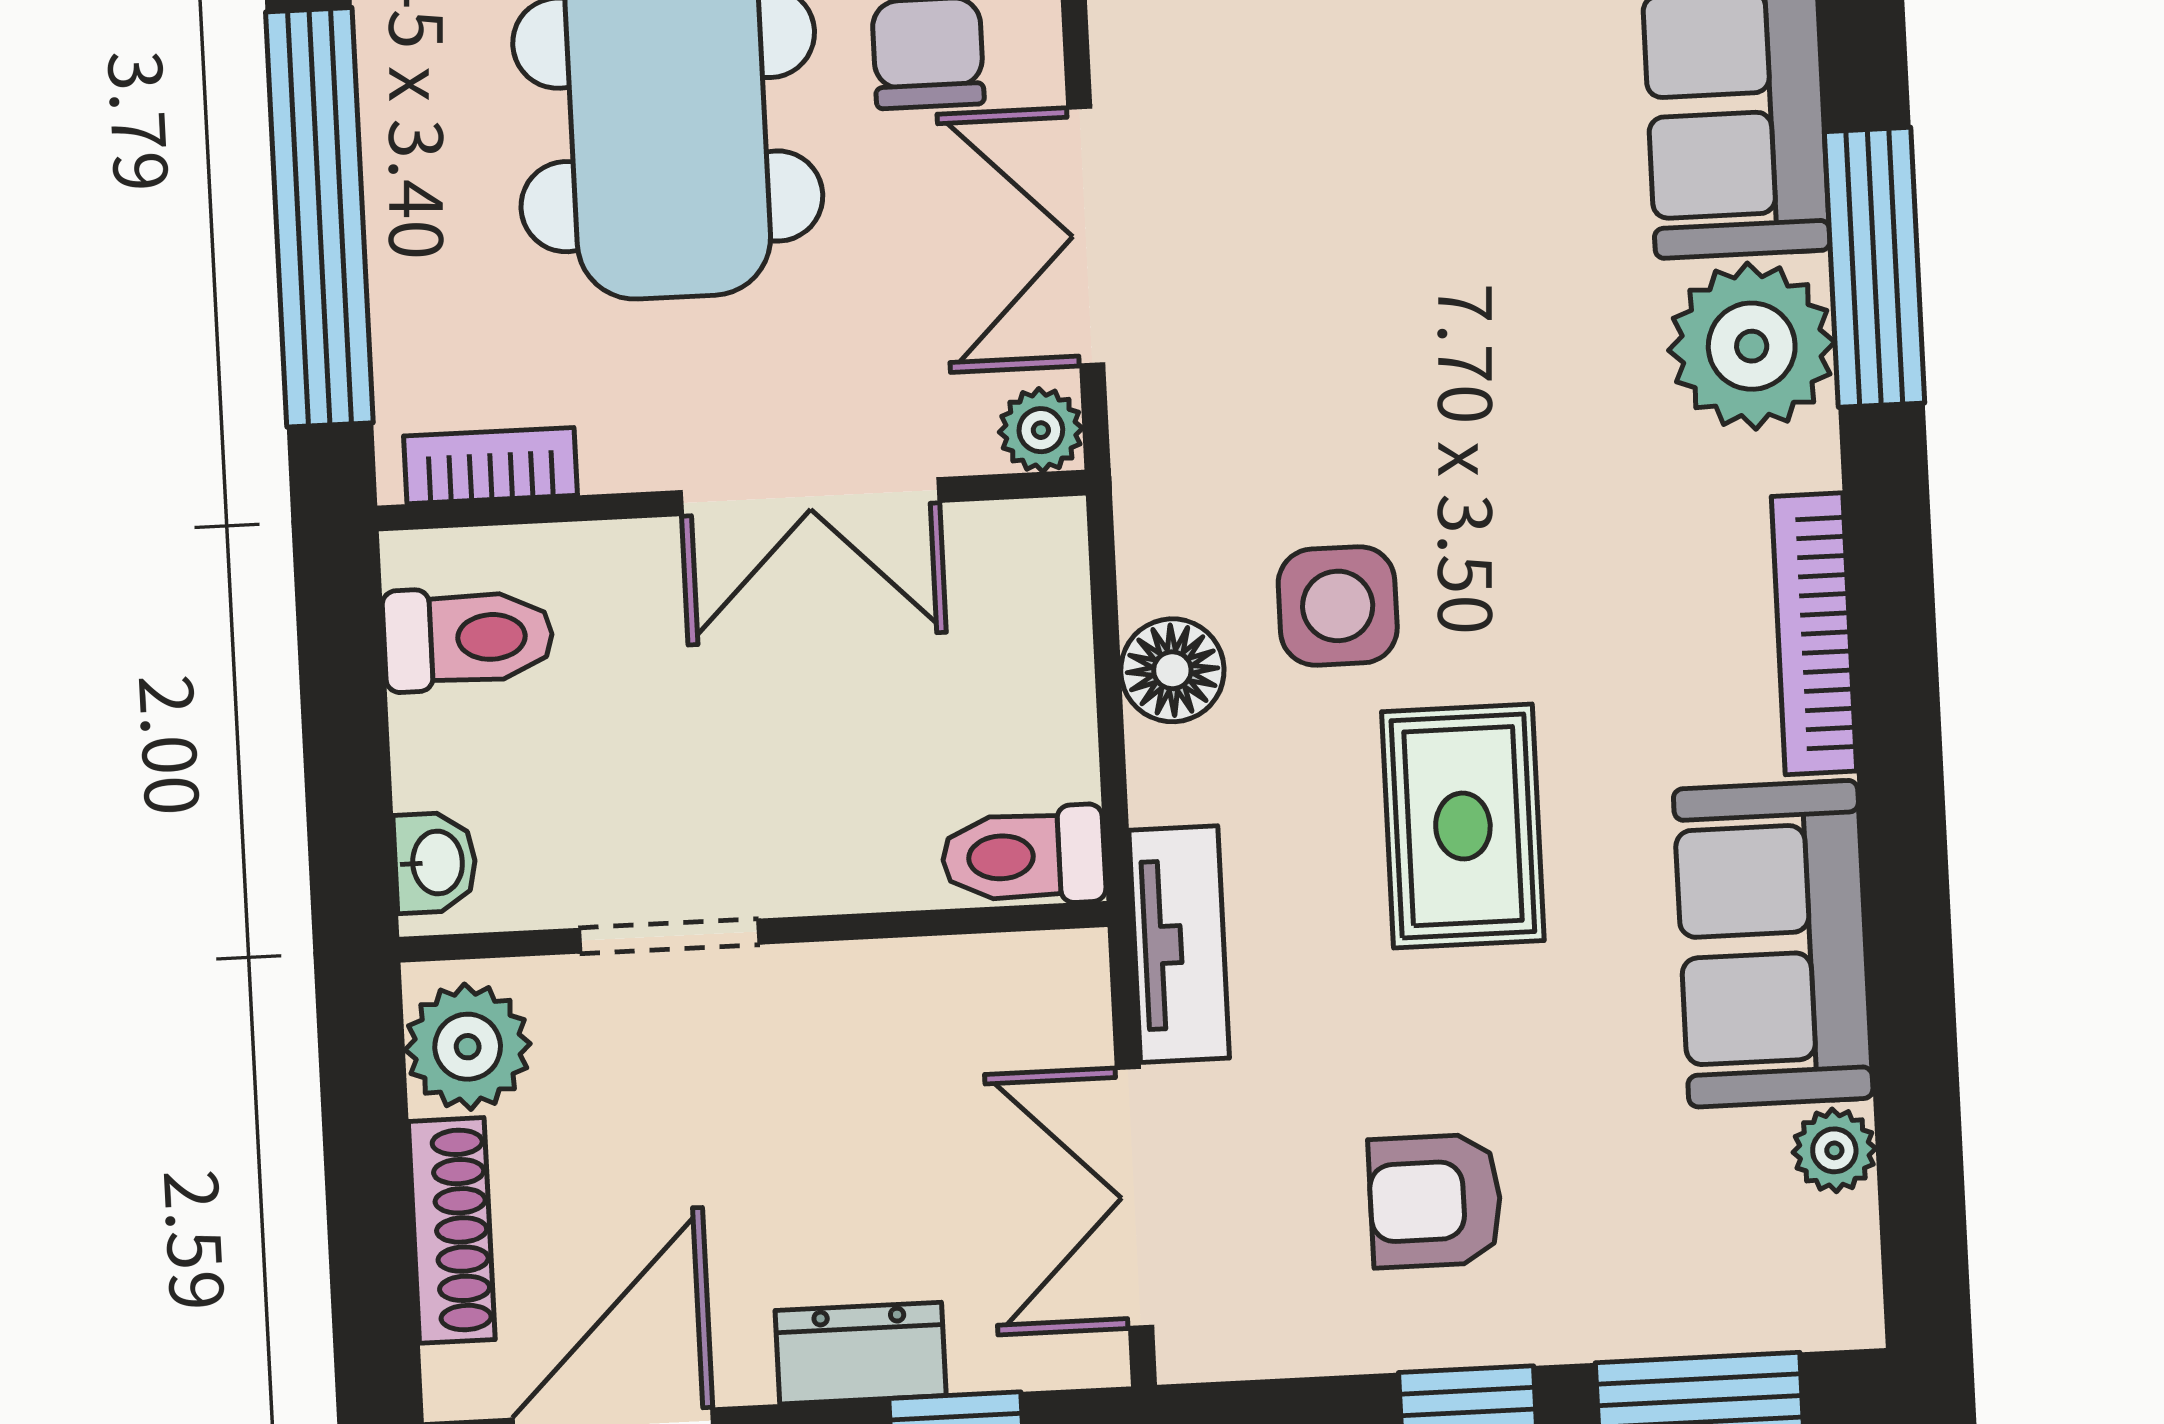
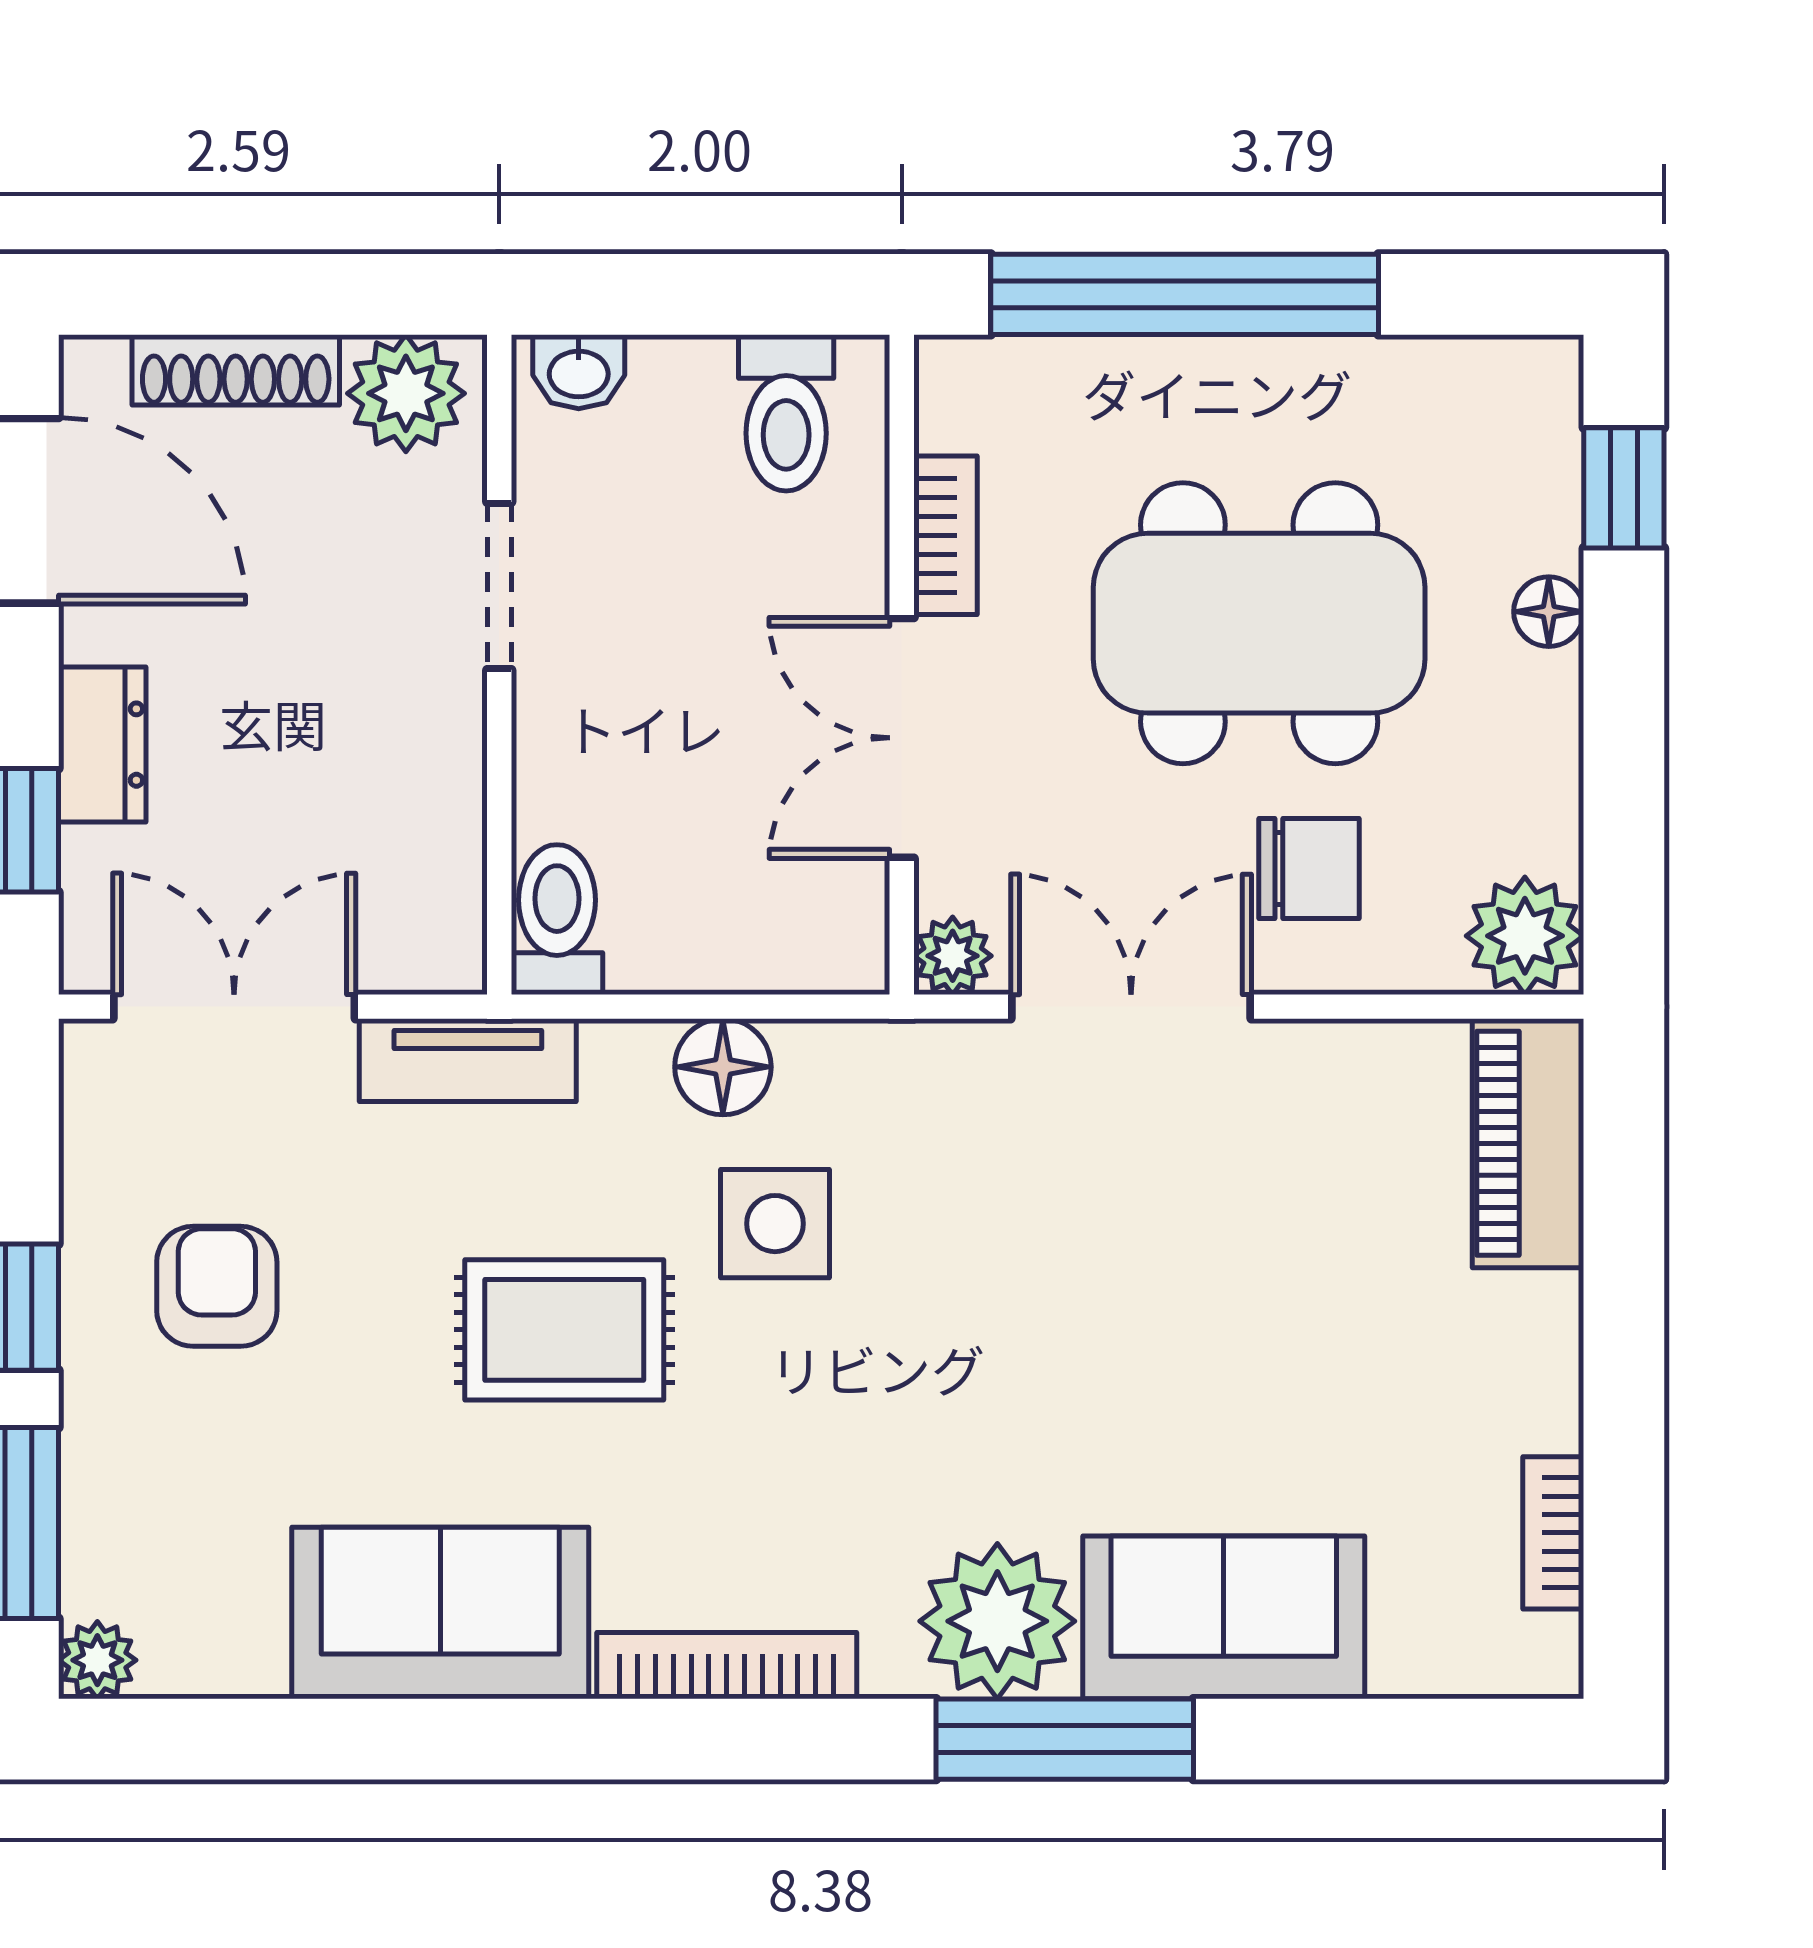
bookcase: (490, 466) -> (945, 535), moved
plant: (1834, 1150) -> (97, 1660), moved

